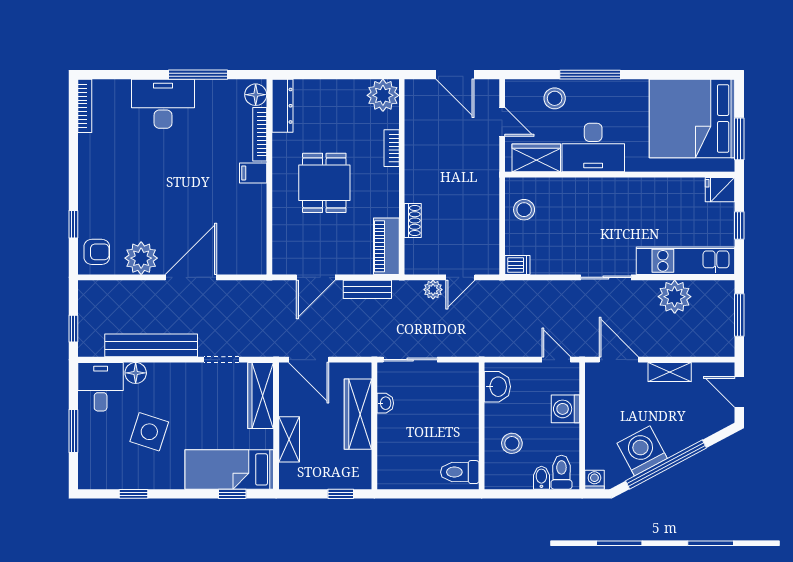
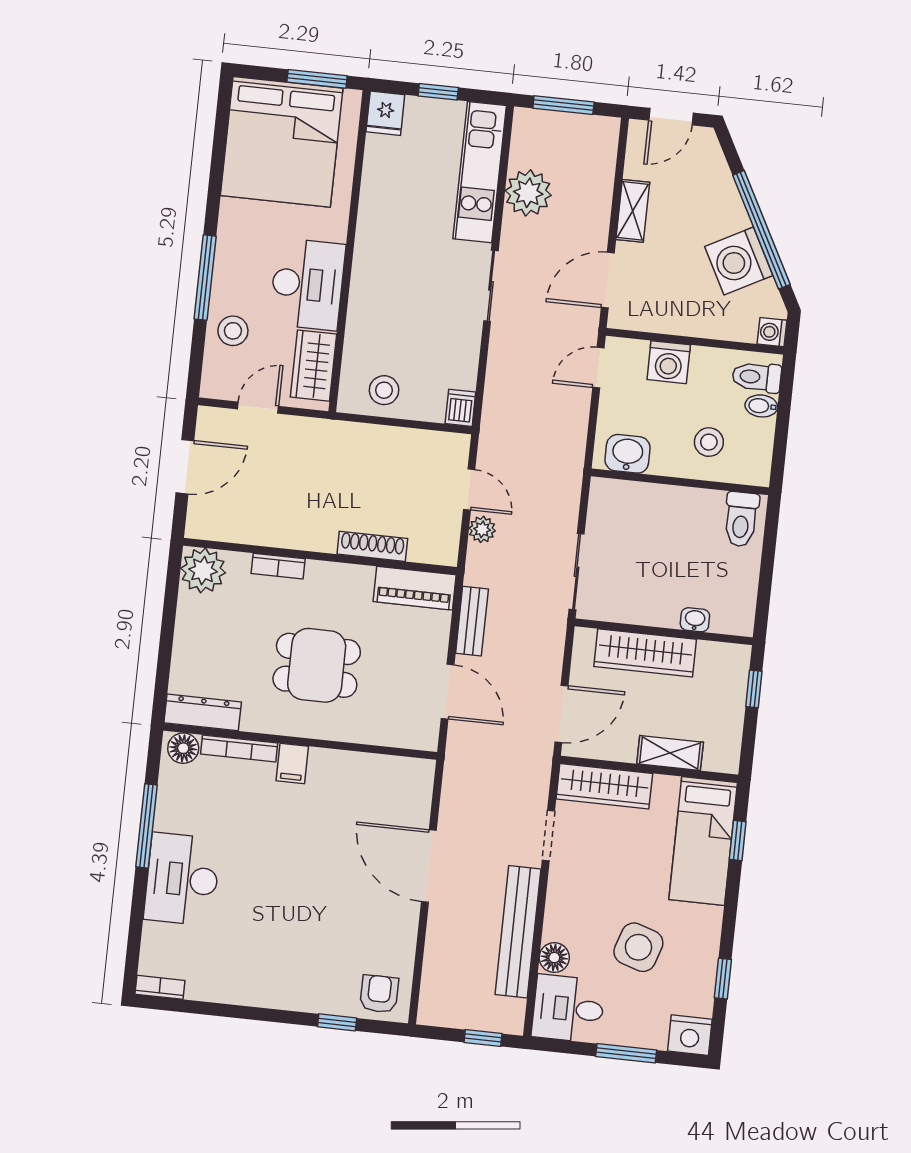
bookcase: (85, 106) -> (160, 987), width x0.64
shoe rack: (413, 221) -> (372, 546), width x1.43
plant: (141, 258) -> (395, 933), removed
washbasin: (385, 403) -> (695, 620), moved
nightstand: (91, 475) -> (690, 1035), added

